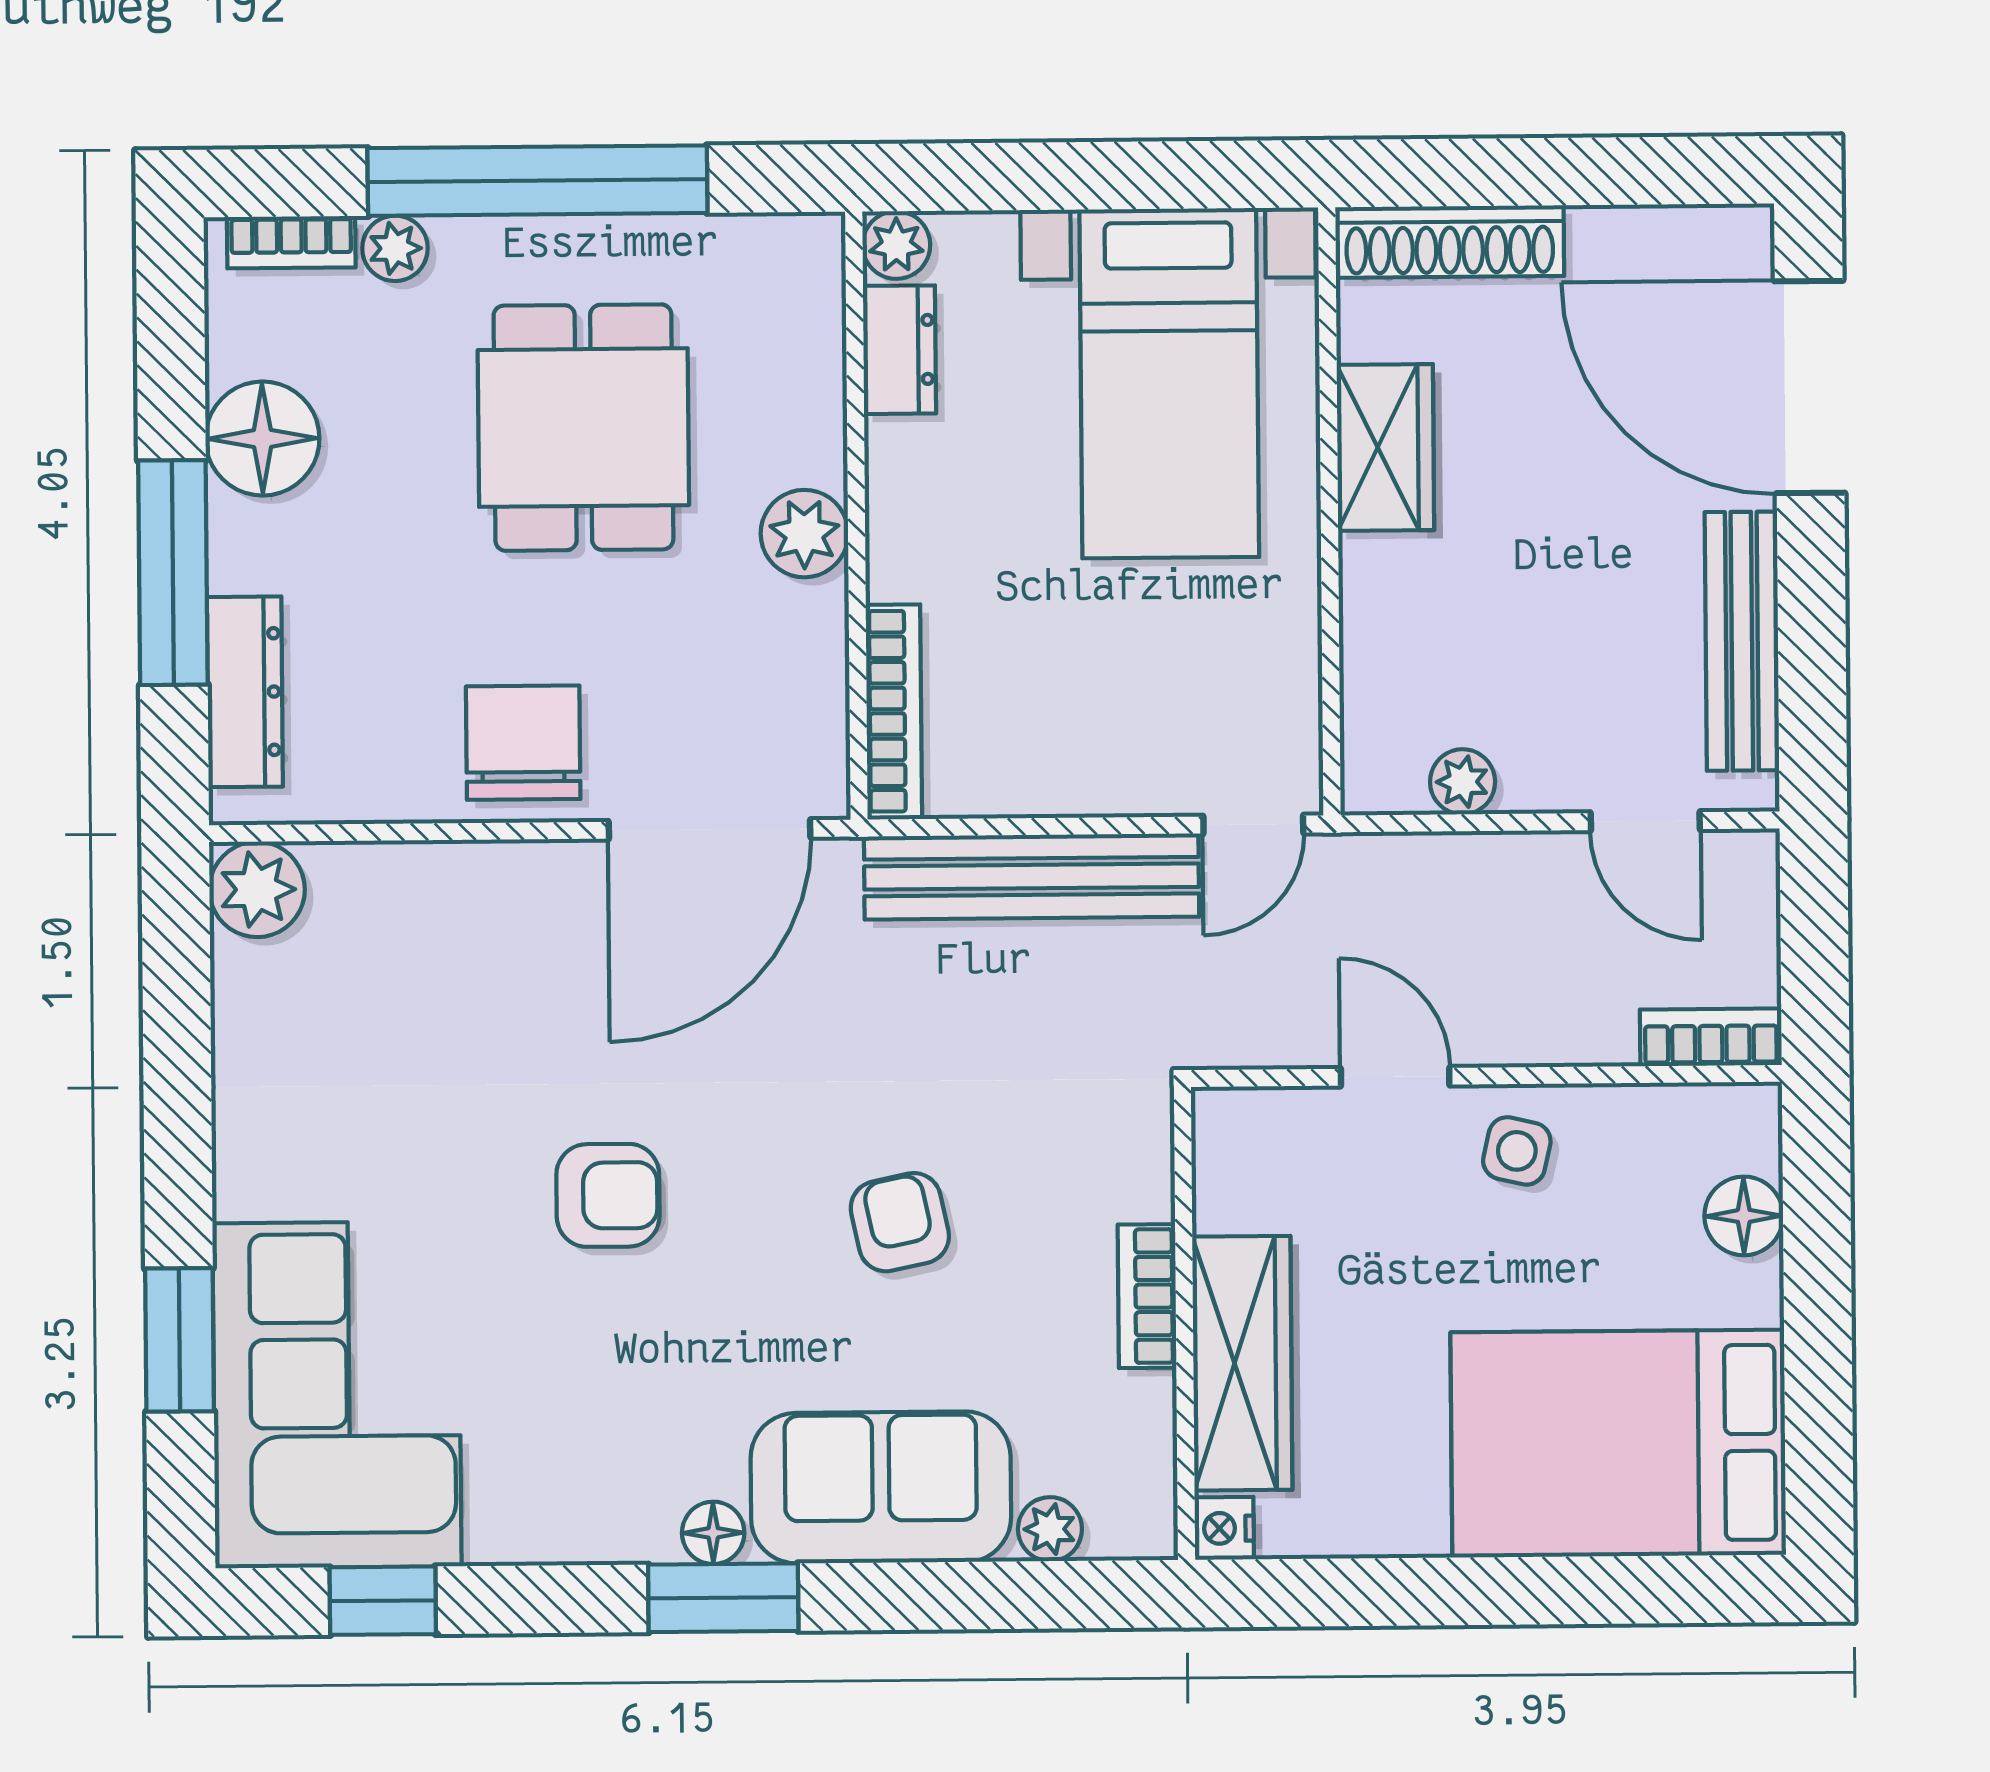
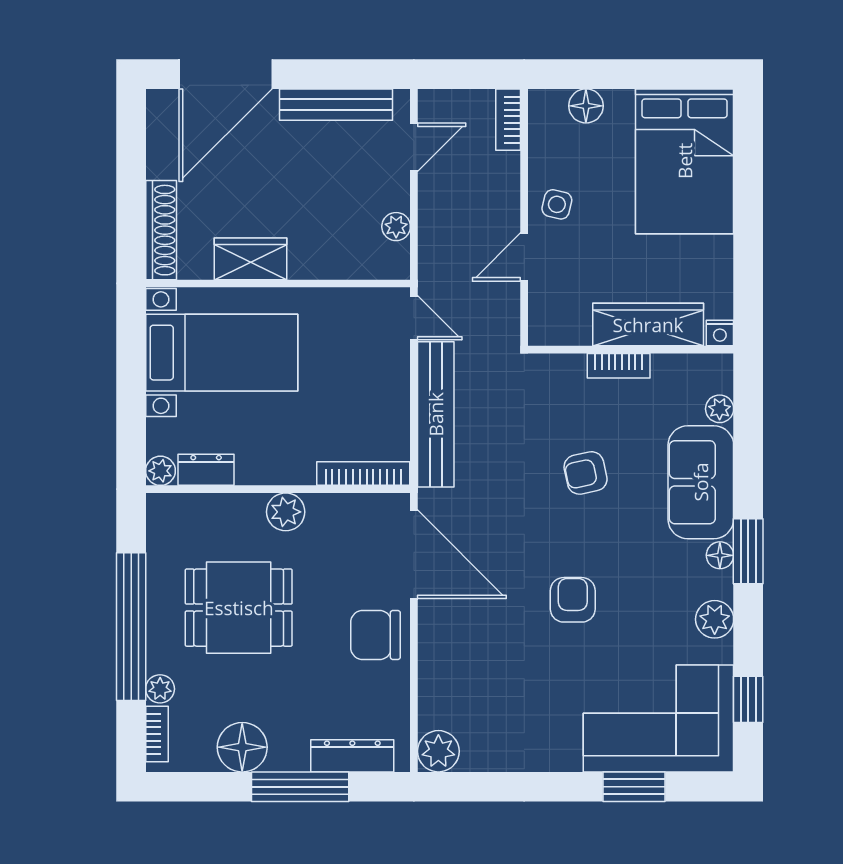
plant: (566, 1522) -> (715, 619), added

